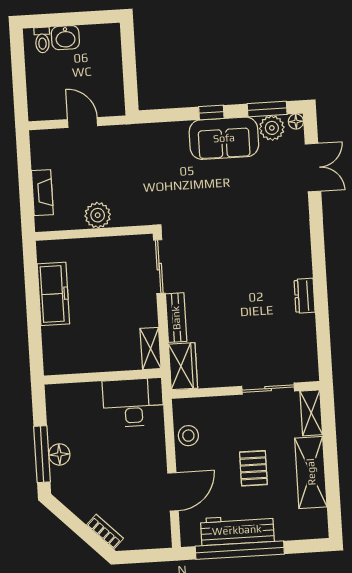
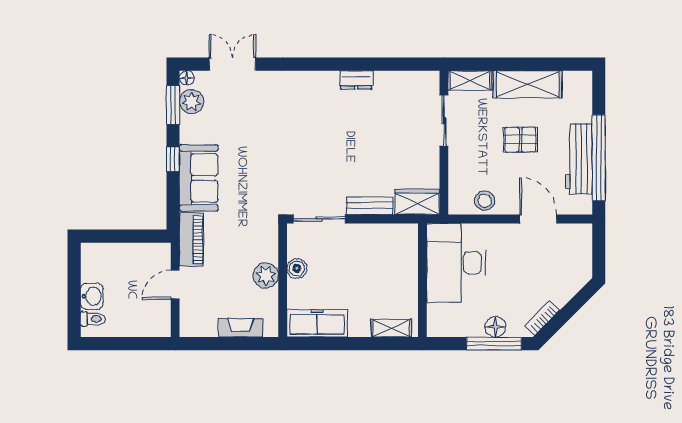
piano: (130, 136) -> (191, 240), added
sofa: (224, 138) -> (199, 178), moved
boiler: (107, 247) -> (297, 268), added
freezer: (53, 294) -> (317, 323), moved
shelving: (151, 348) -> (391, 328), moved
desk: (133, 403) -> (456, 263), width x1.36, depth x1.30
bookcase: (105, 532) -> (542, 318), moved

